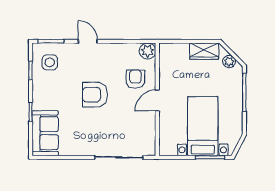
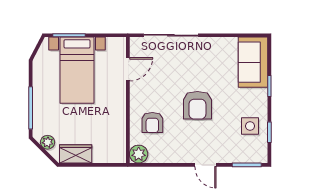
side table: (50, 62) -> (250, 126), moved
armchair: (95, 95) -> (197, 105), turned 90
door: (157, 100) -> (128, 69), moved

